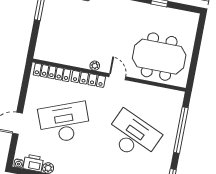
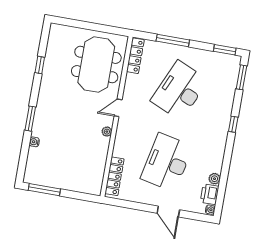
locker: (88, 79) -> (135, 56), moved
desk: (64, 123) -> (167, 162), turned 33
window: (181, 130) -> (173, 41), width x0.68

